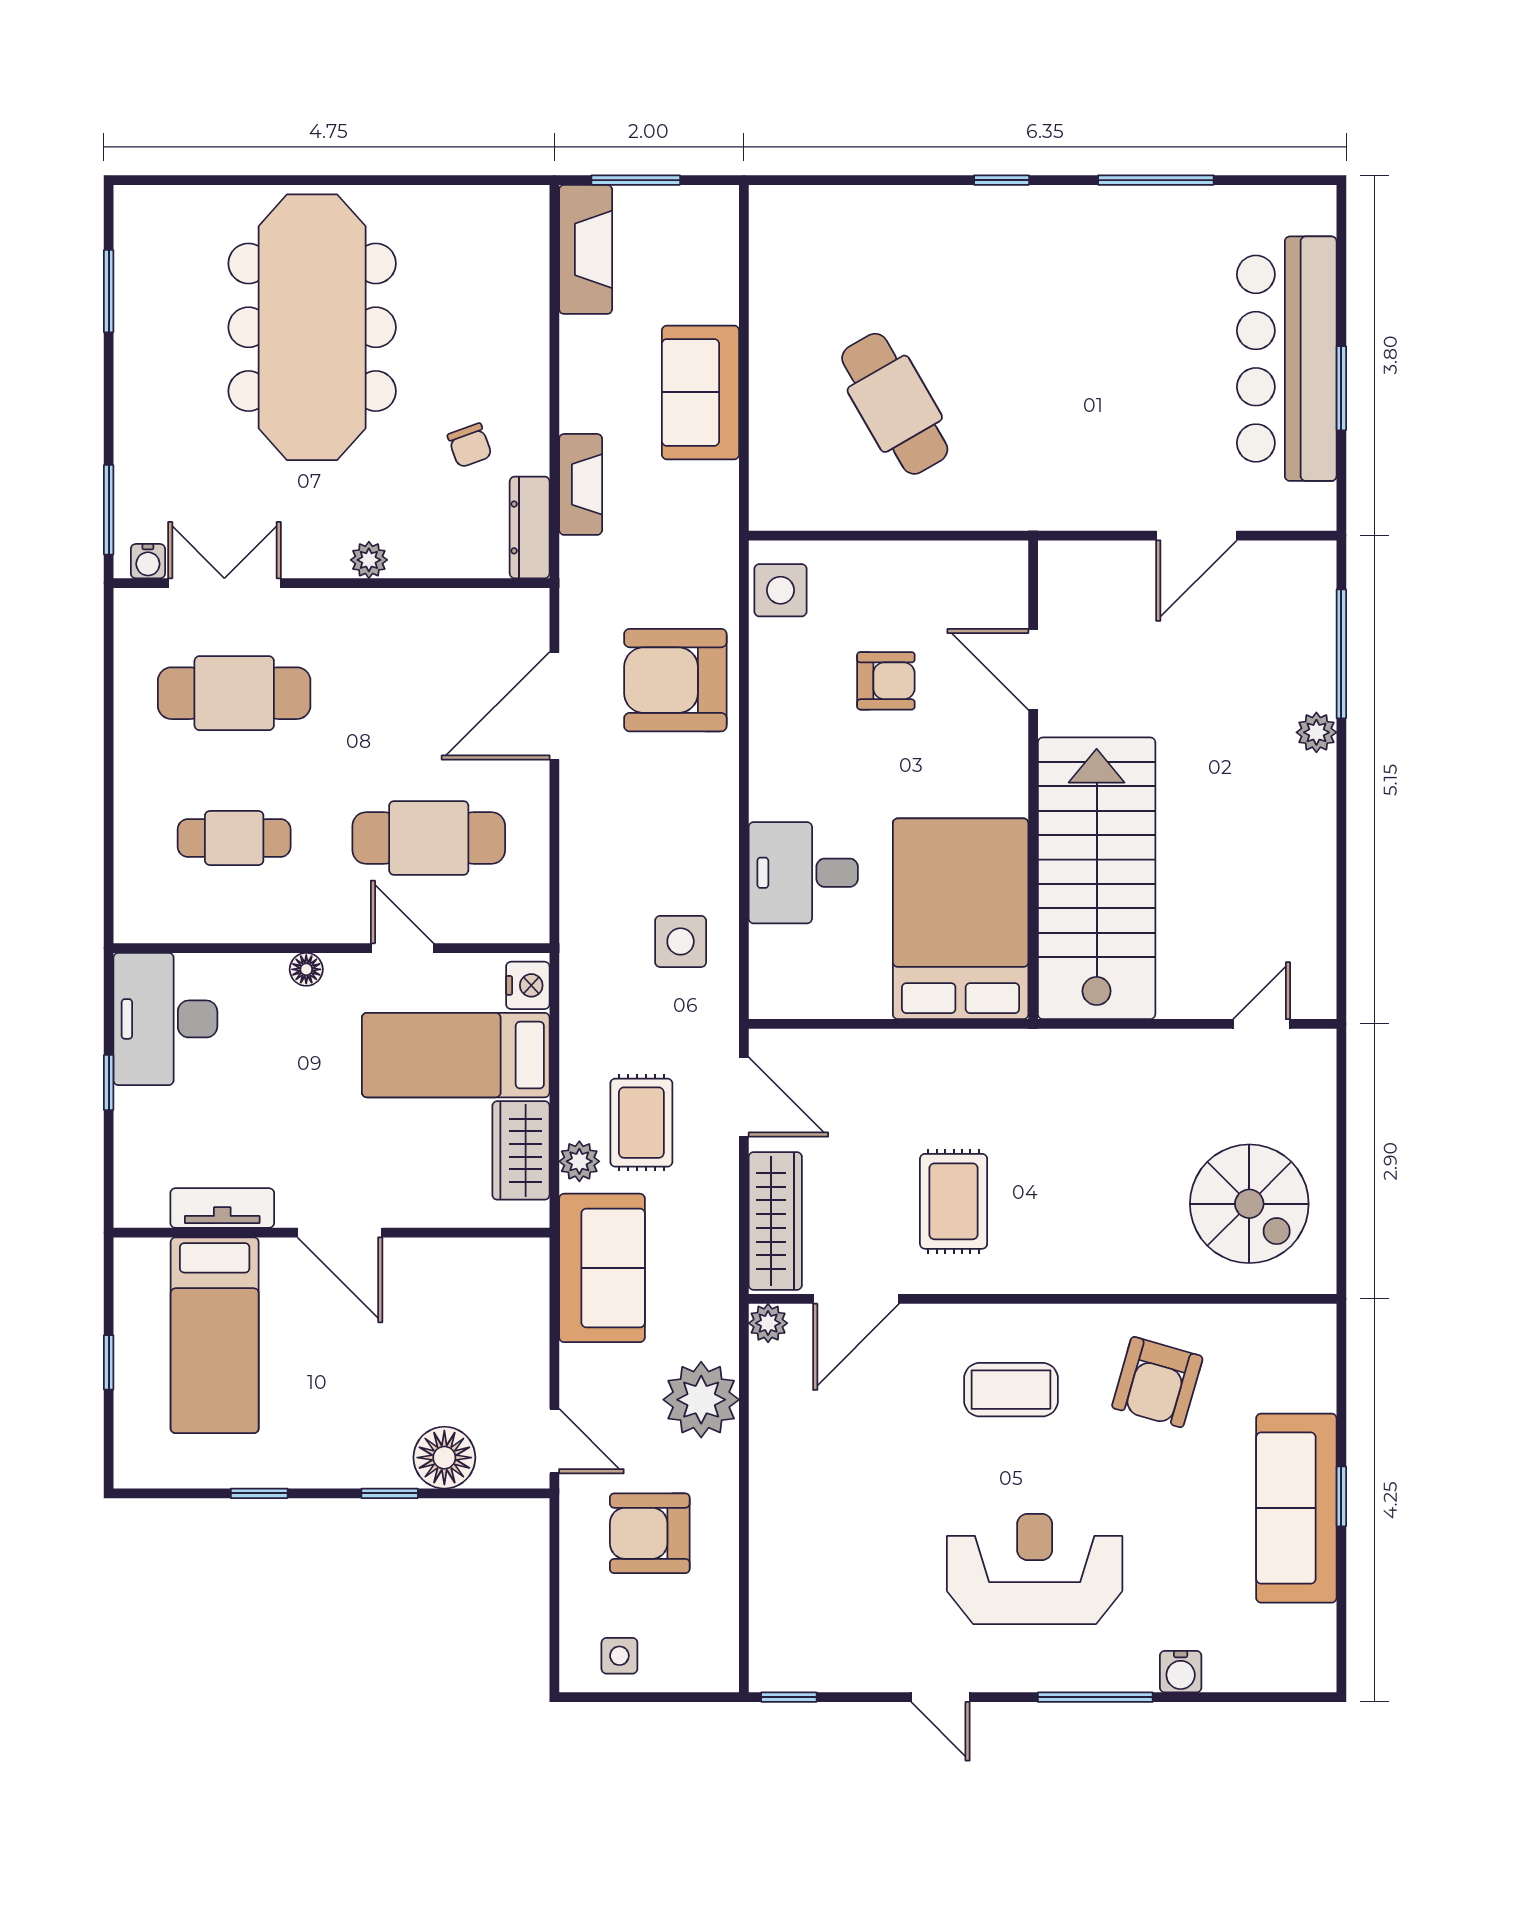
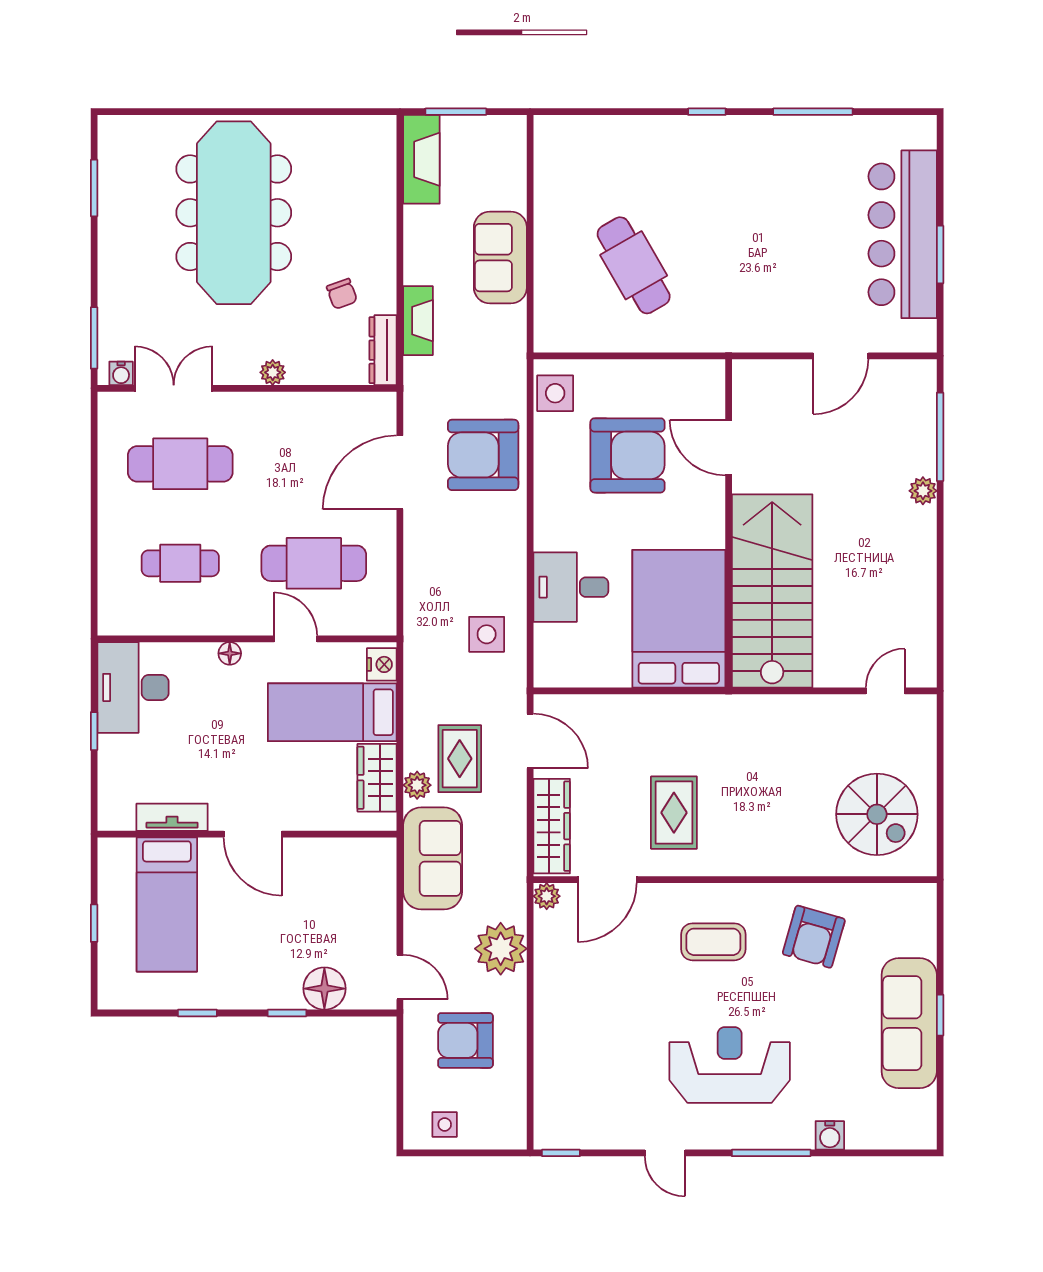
armchair: (886, 681) -> (628, 455), width x1.88, depth x1.88

